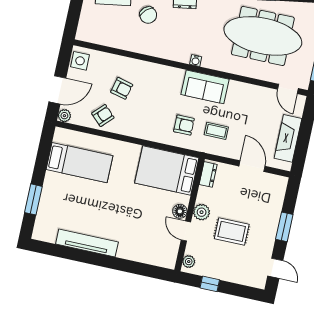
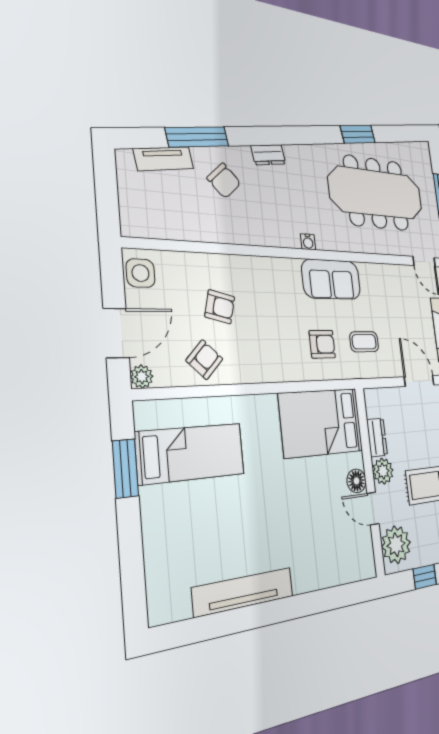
dresser: (208, 174) -> (377, 437), moved
window: (33, 199) -> (125, 468), moved
plant: (189, 262) -> (396, 545), width x1.88, depth x1.88

